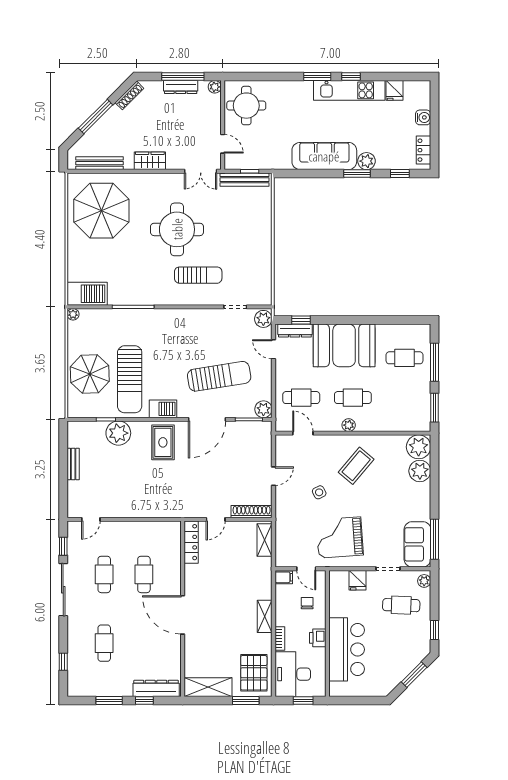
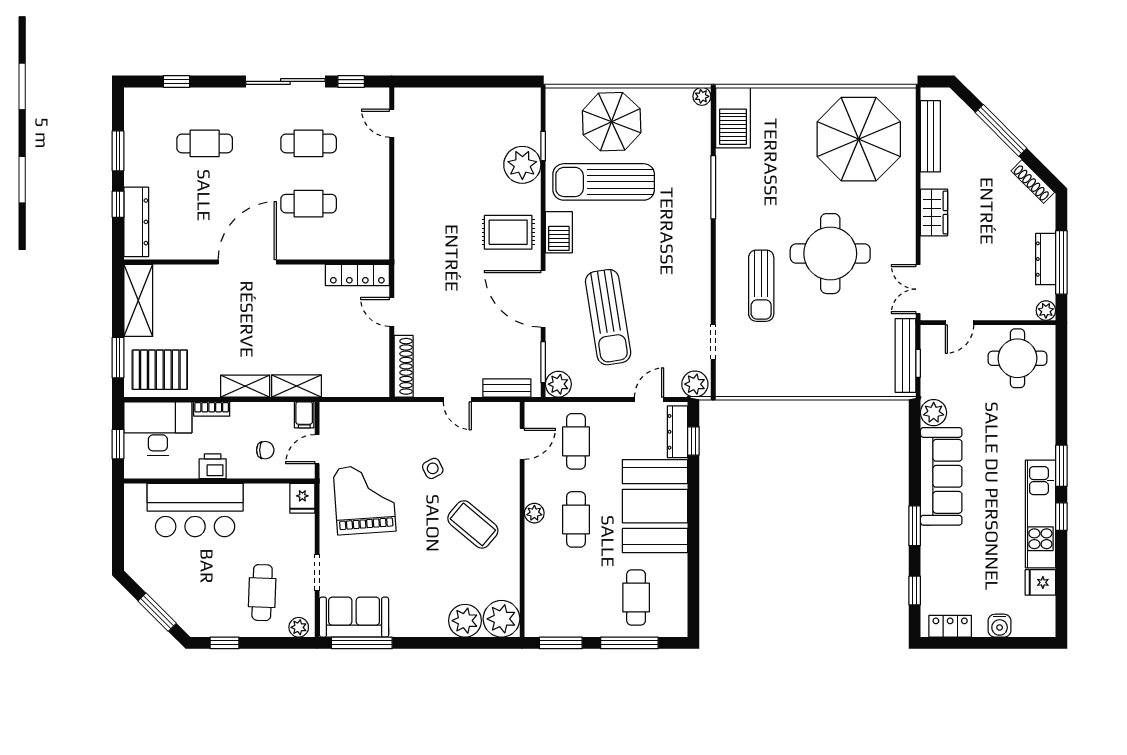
plant: (366, 161) -> (934, 413), moved
bench: (73, 464) -> (507, 388), moved
shelving: (265, 540) -> (296, 386), moved
fridge: (357, 580) -> (302, 498), moved, turned -90

